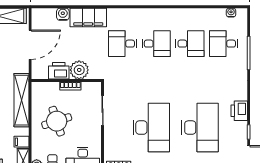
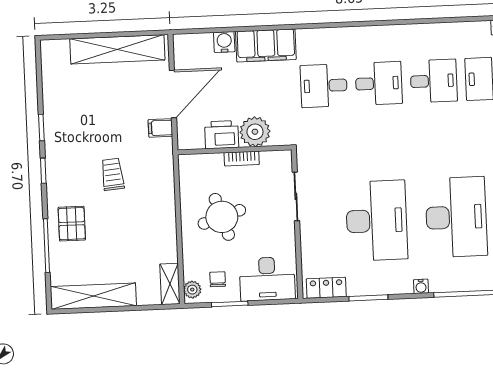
shelving: (21, 100) -> (163, 185), removed
filing cabinet: (22, 142) -> (160, 128), moved

